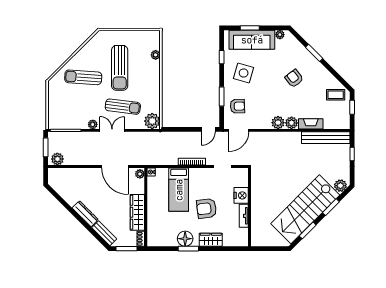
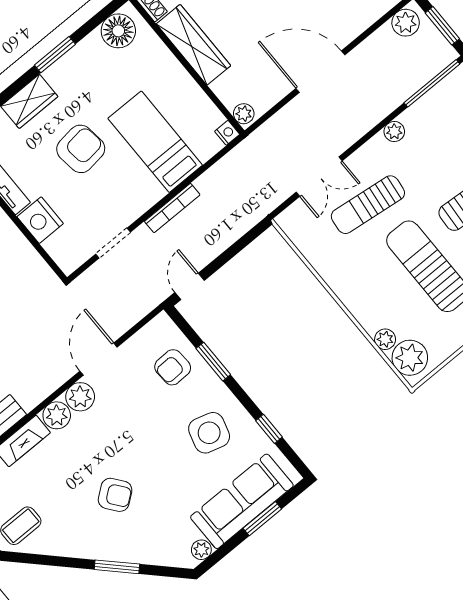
plant: (152, 121) -> (410, 358), moved
double door: (112, 130) -> (319, 177), moved
door: (239, 130) -> (99, 359), moved
door: (115, 166) -> (320, 72), moved
floor lamp: (185, 239) -> (118, 31), moved

